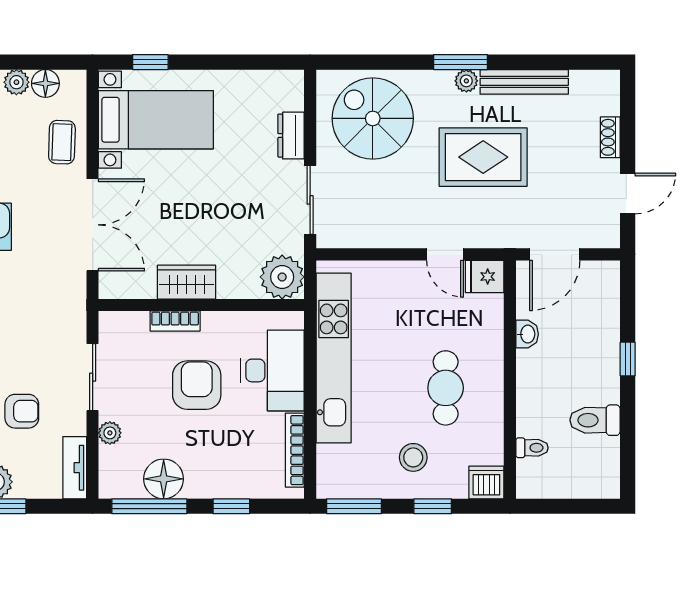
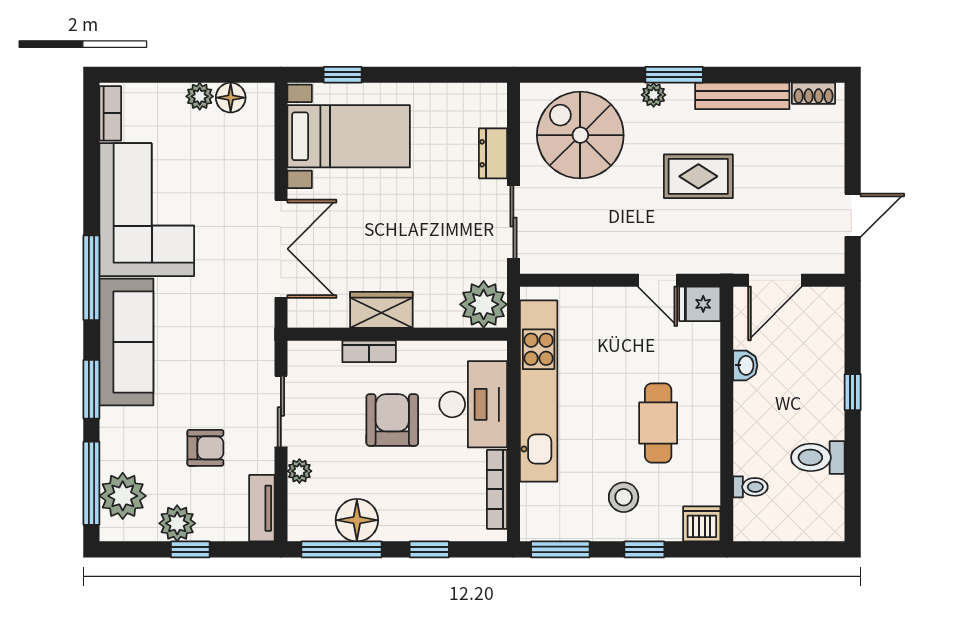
plant: (466, 81) -> (654, 95), moved
shoe rack: (610, 137) -> (814, 93), moved, turned -90
coffee table: (62, 142) -> (248, 160), removed
rug: (483, 157) -> (698, 176), width x0.73, depth x0.70

